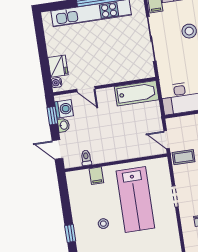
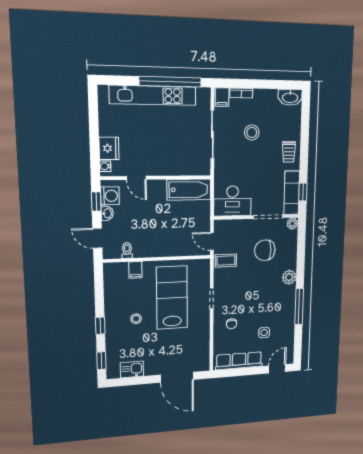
lab bench: (135, 199) -> (172, 298), turned 180

